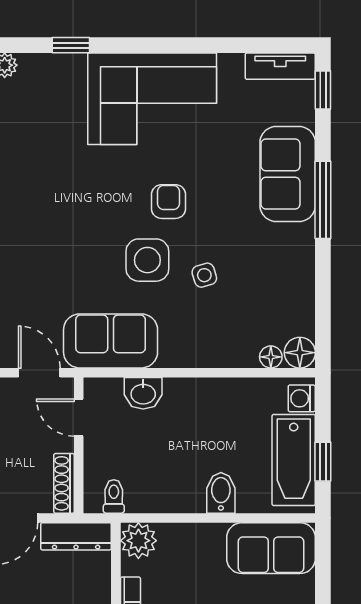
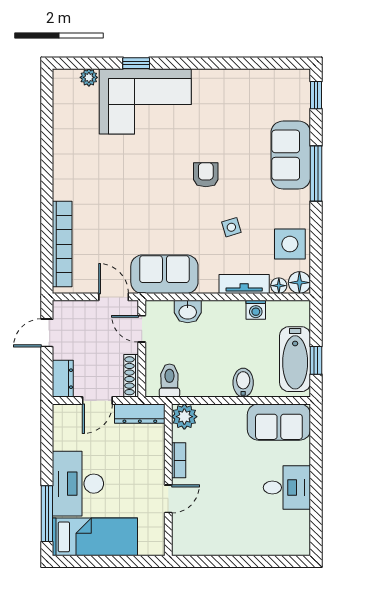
tv unit: (280, 66) -> (244, 284), moved, turned 180
corner sofa: (152, 99) -> (145, 101), moved
side table: (147, 260) -> (290, 244), moved
washing machine: (302, 398) -> (256, 310), moved, turned -90
toilet: (114, 496) -> (169, 380), width x1.37, depth x1.39

